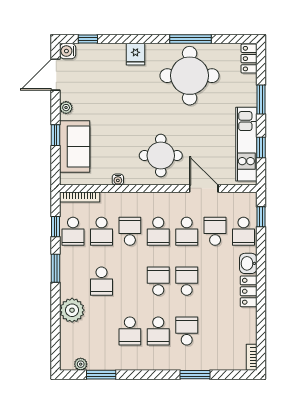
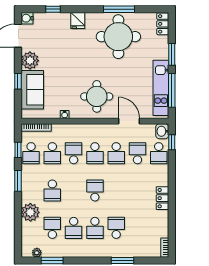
window: (88, 39) -> (53, 9), moved
plant: (66, 108) -> (30, 61), width x1.88, depth x1.88
window: (261, 147) -> (172, 90), width x2.17
washbasin: (248, 263) -> (162, 131), moved
school desk: (187, 281) -> (52, 228), moved

